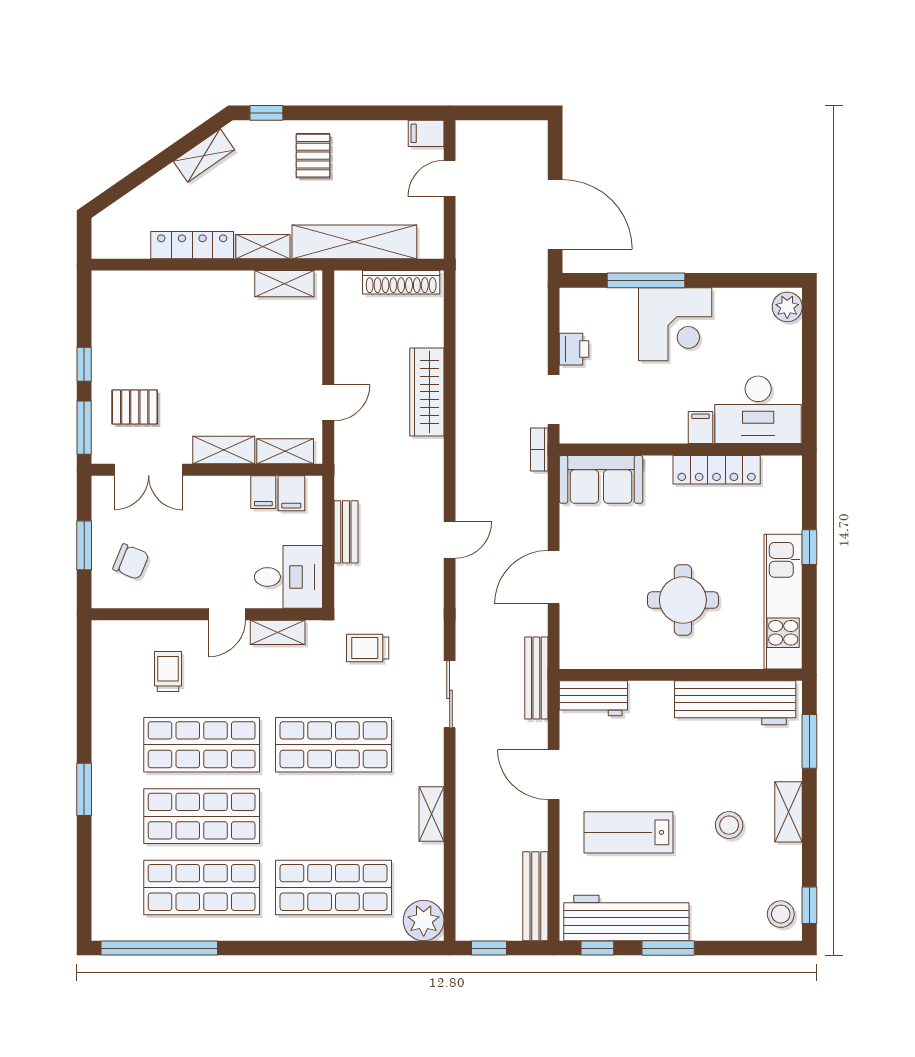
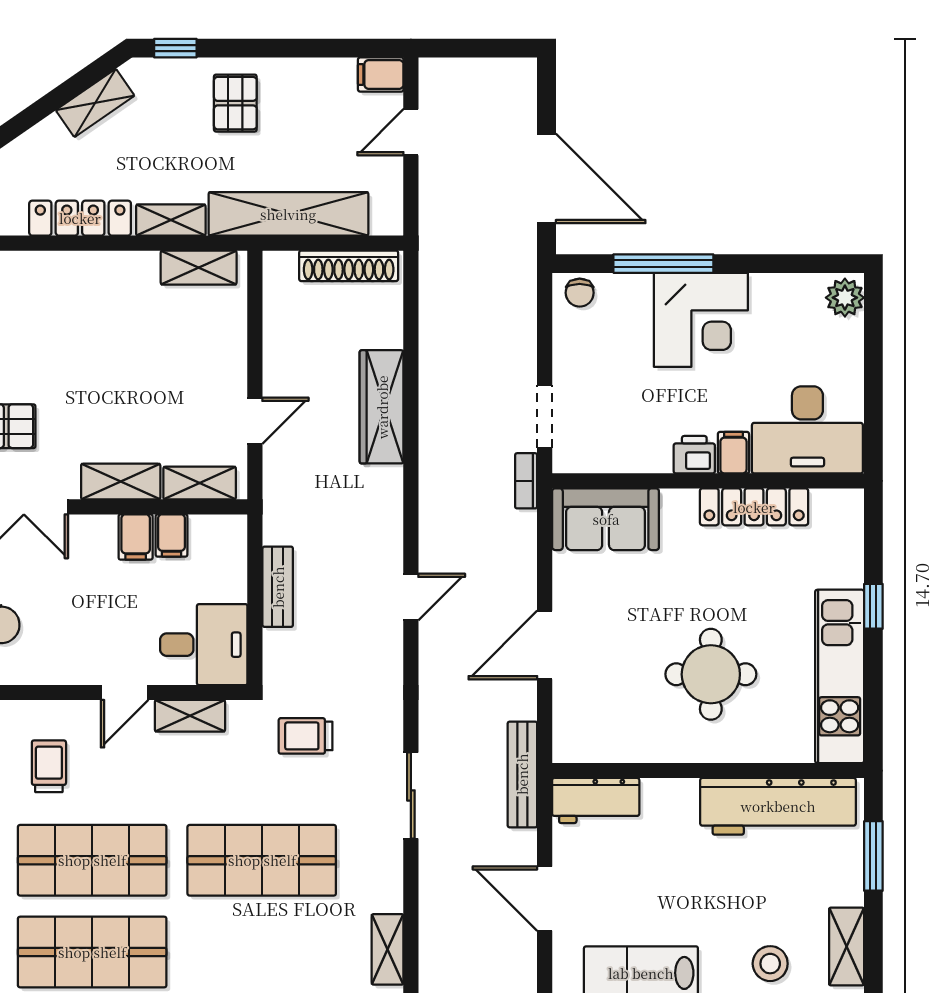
chair: (581, 303) -> (580, 293), added
printer: (574, 349) -> (694, 455), moved, turned -90
filing cabinet: (291, 493) -> (136, 537), moved

